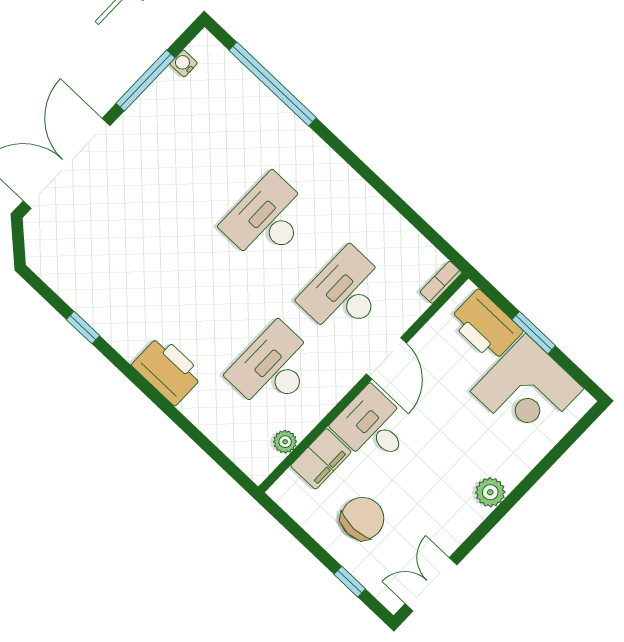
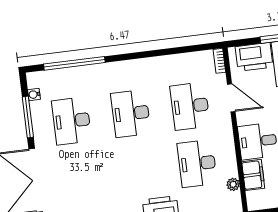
desk: (190, 145) -> (72, 121), added
door: (386, 358) -> (231, 98), moved

